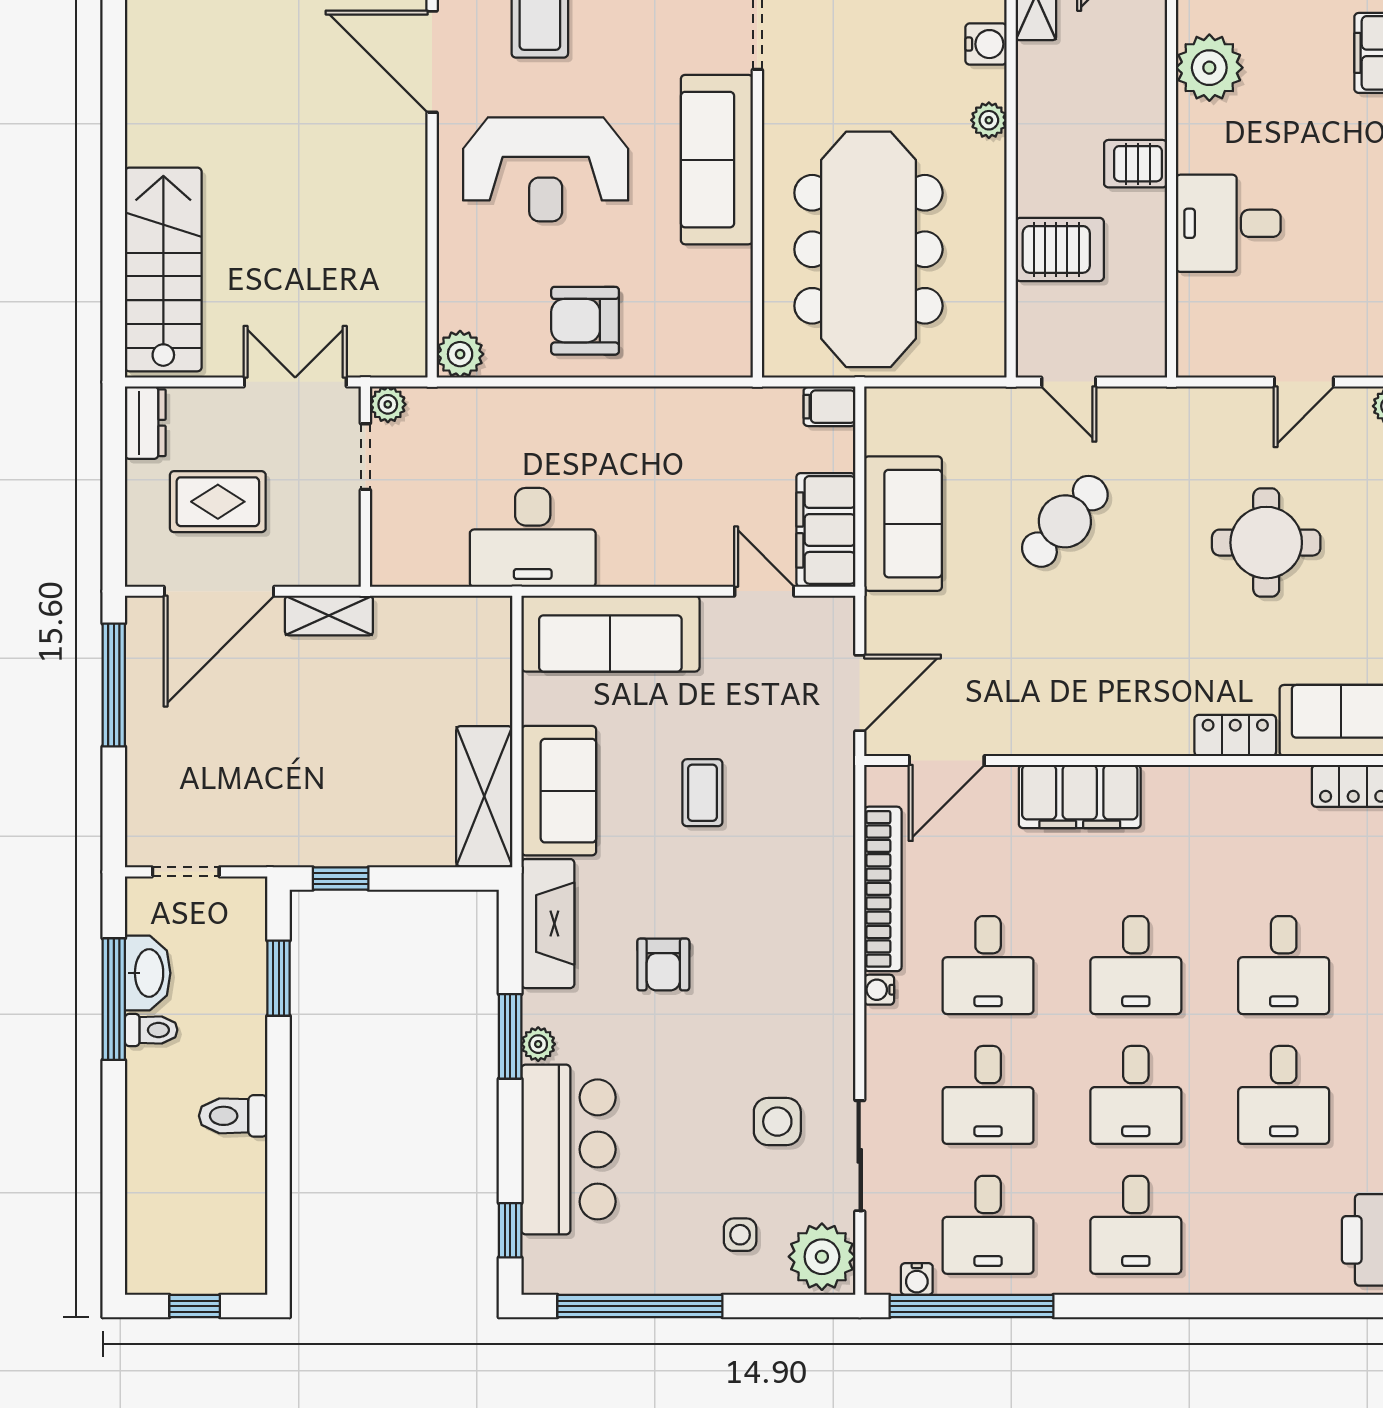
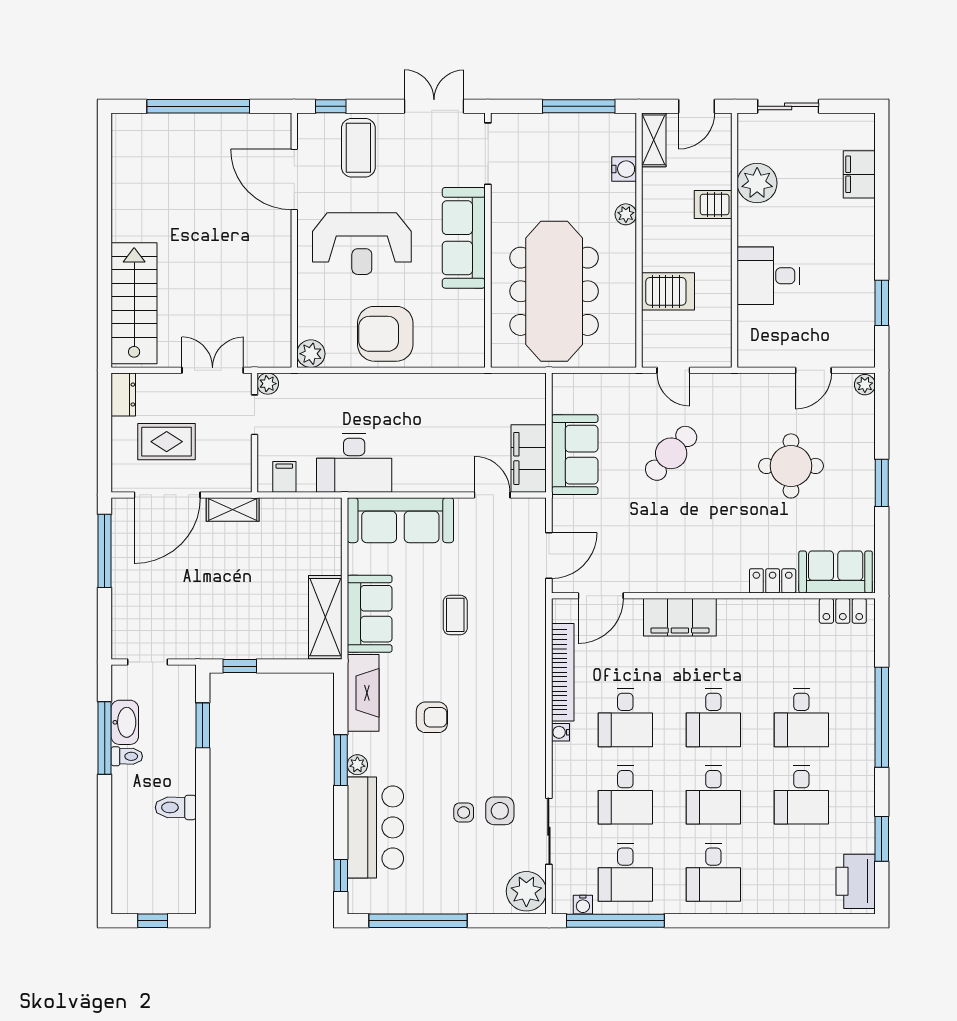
server rack: (1136, 164) -> (713, 204), moved
armchair: (585, 321) -> (385, 334), width x1.36, depth x1.36
filing cabinet: (829, 407) -> (284, 477), moved, turned 90
armchair: (663, 964) -> (432, 717), turned -90
side table: (740, 1235) -> (464, 812), moved

